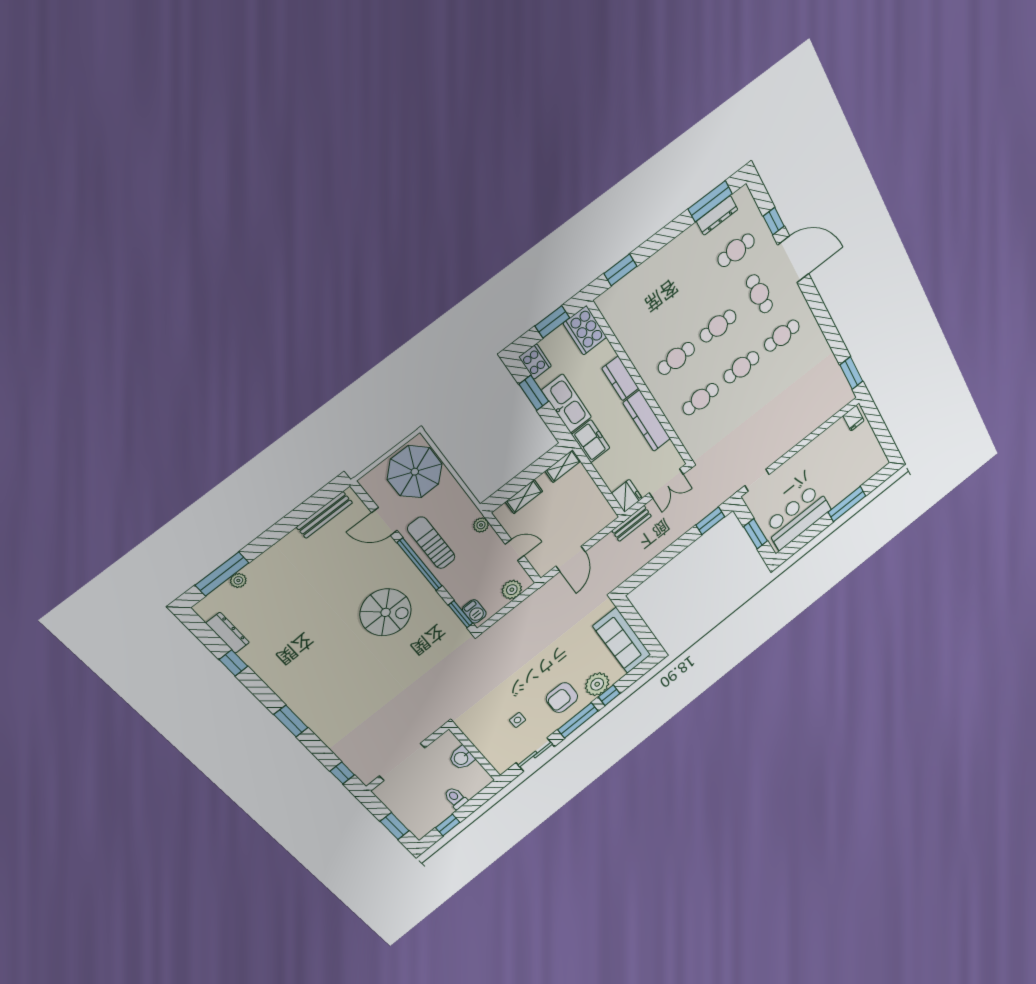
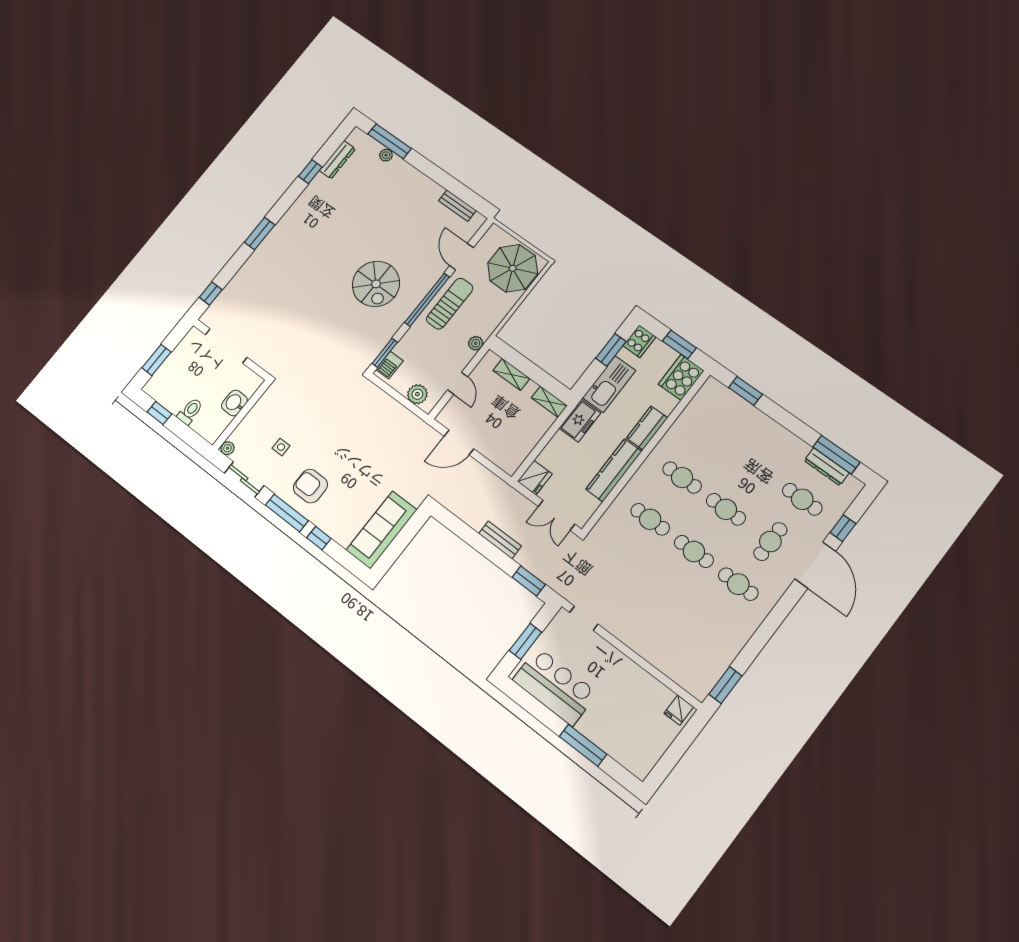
bench: (324, 515) -> (457, 206), width x0.73
bench: (632, 523) -> (500, 540), moved
plant: (597, 684) -> (228, 448), moved, width x0.53, depth x0.53

